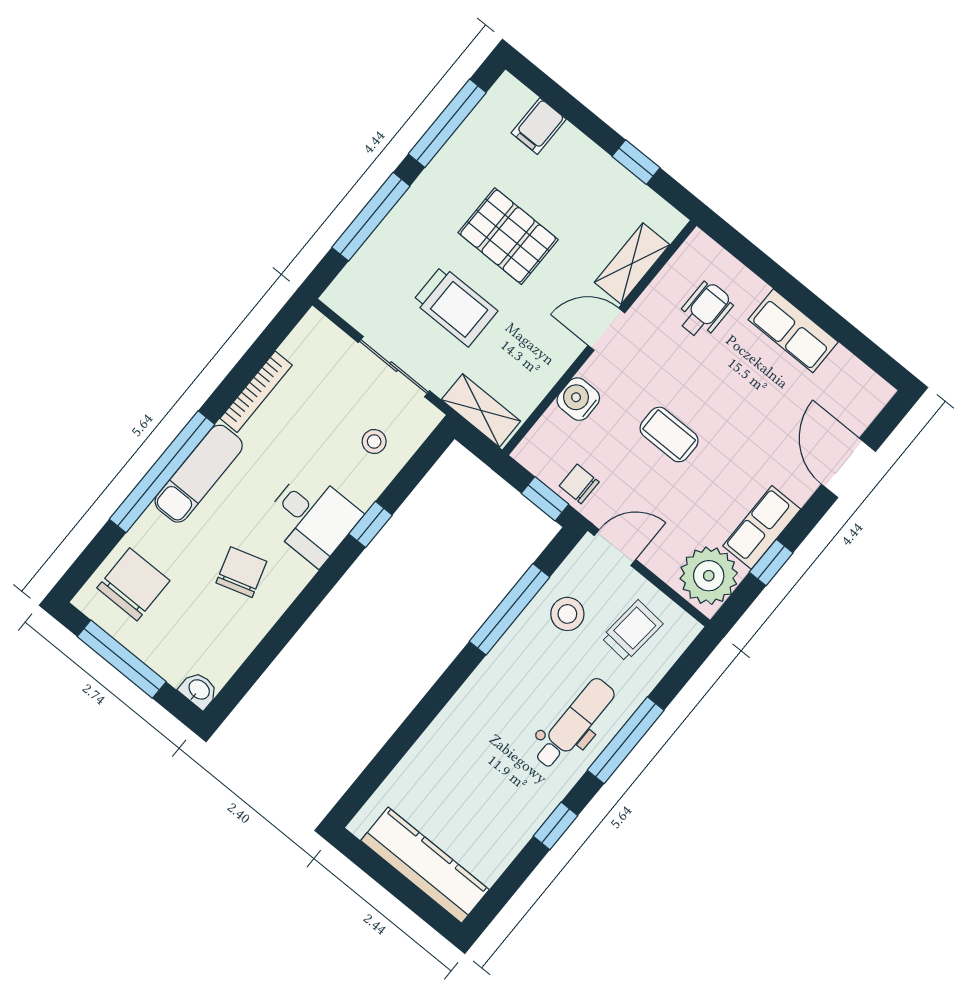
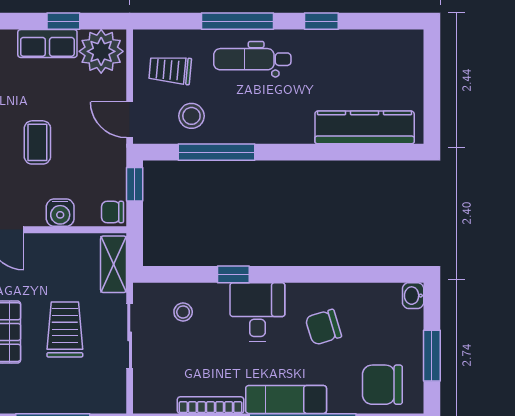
chair: (579, 484) -> (112, 212), moved, turned 90
window: (122, 659) -> (432, 356), width x0.69
kitchen counter: (425, 865) -> (365, 127), moved, turned 90

